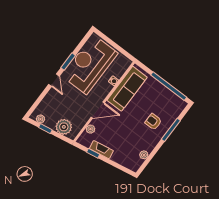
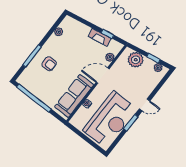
door: (54, 80) -> (145, 105), swing flipped

